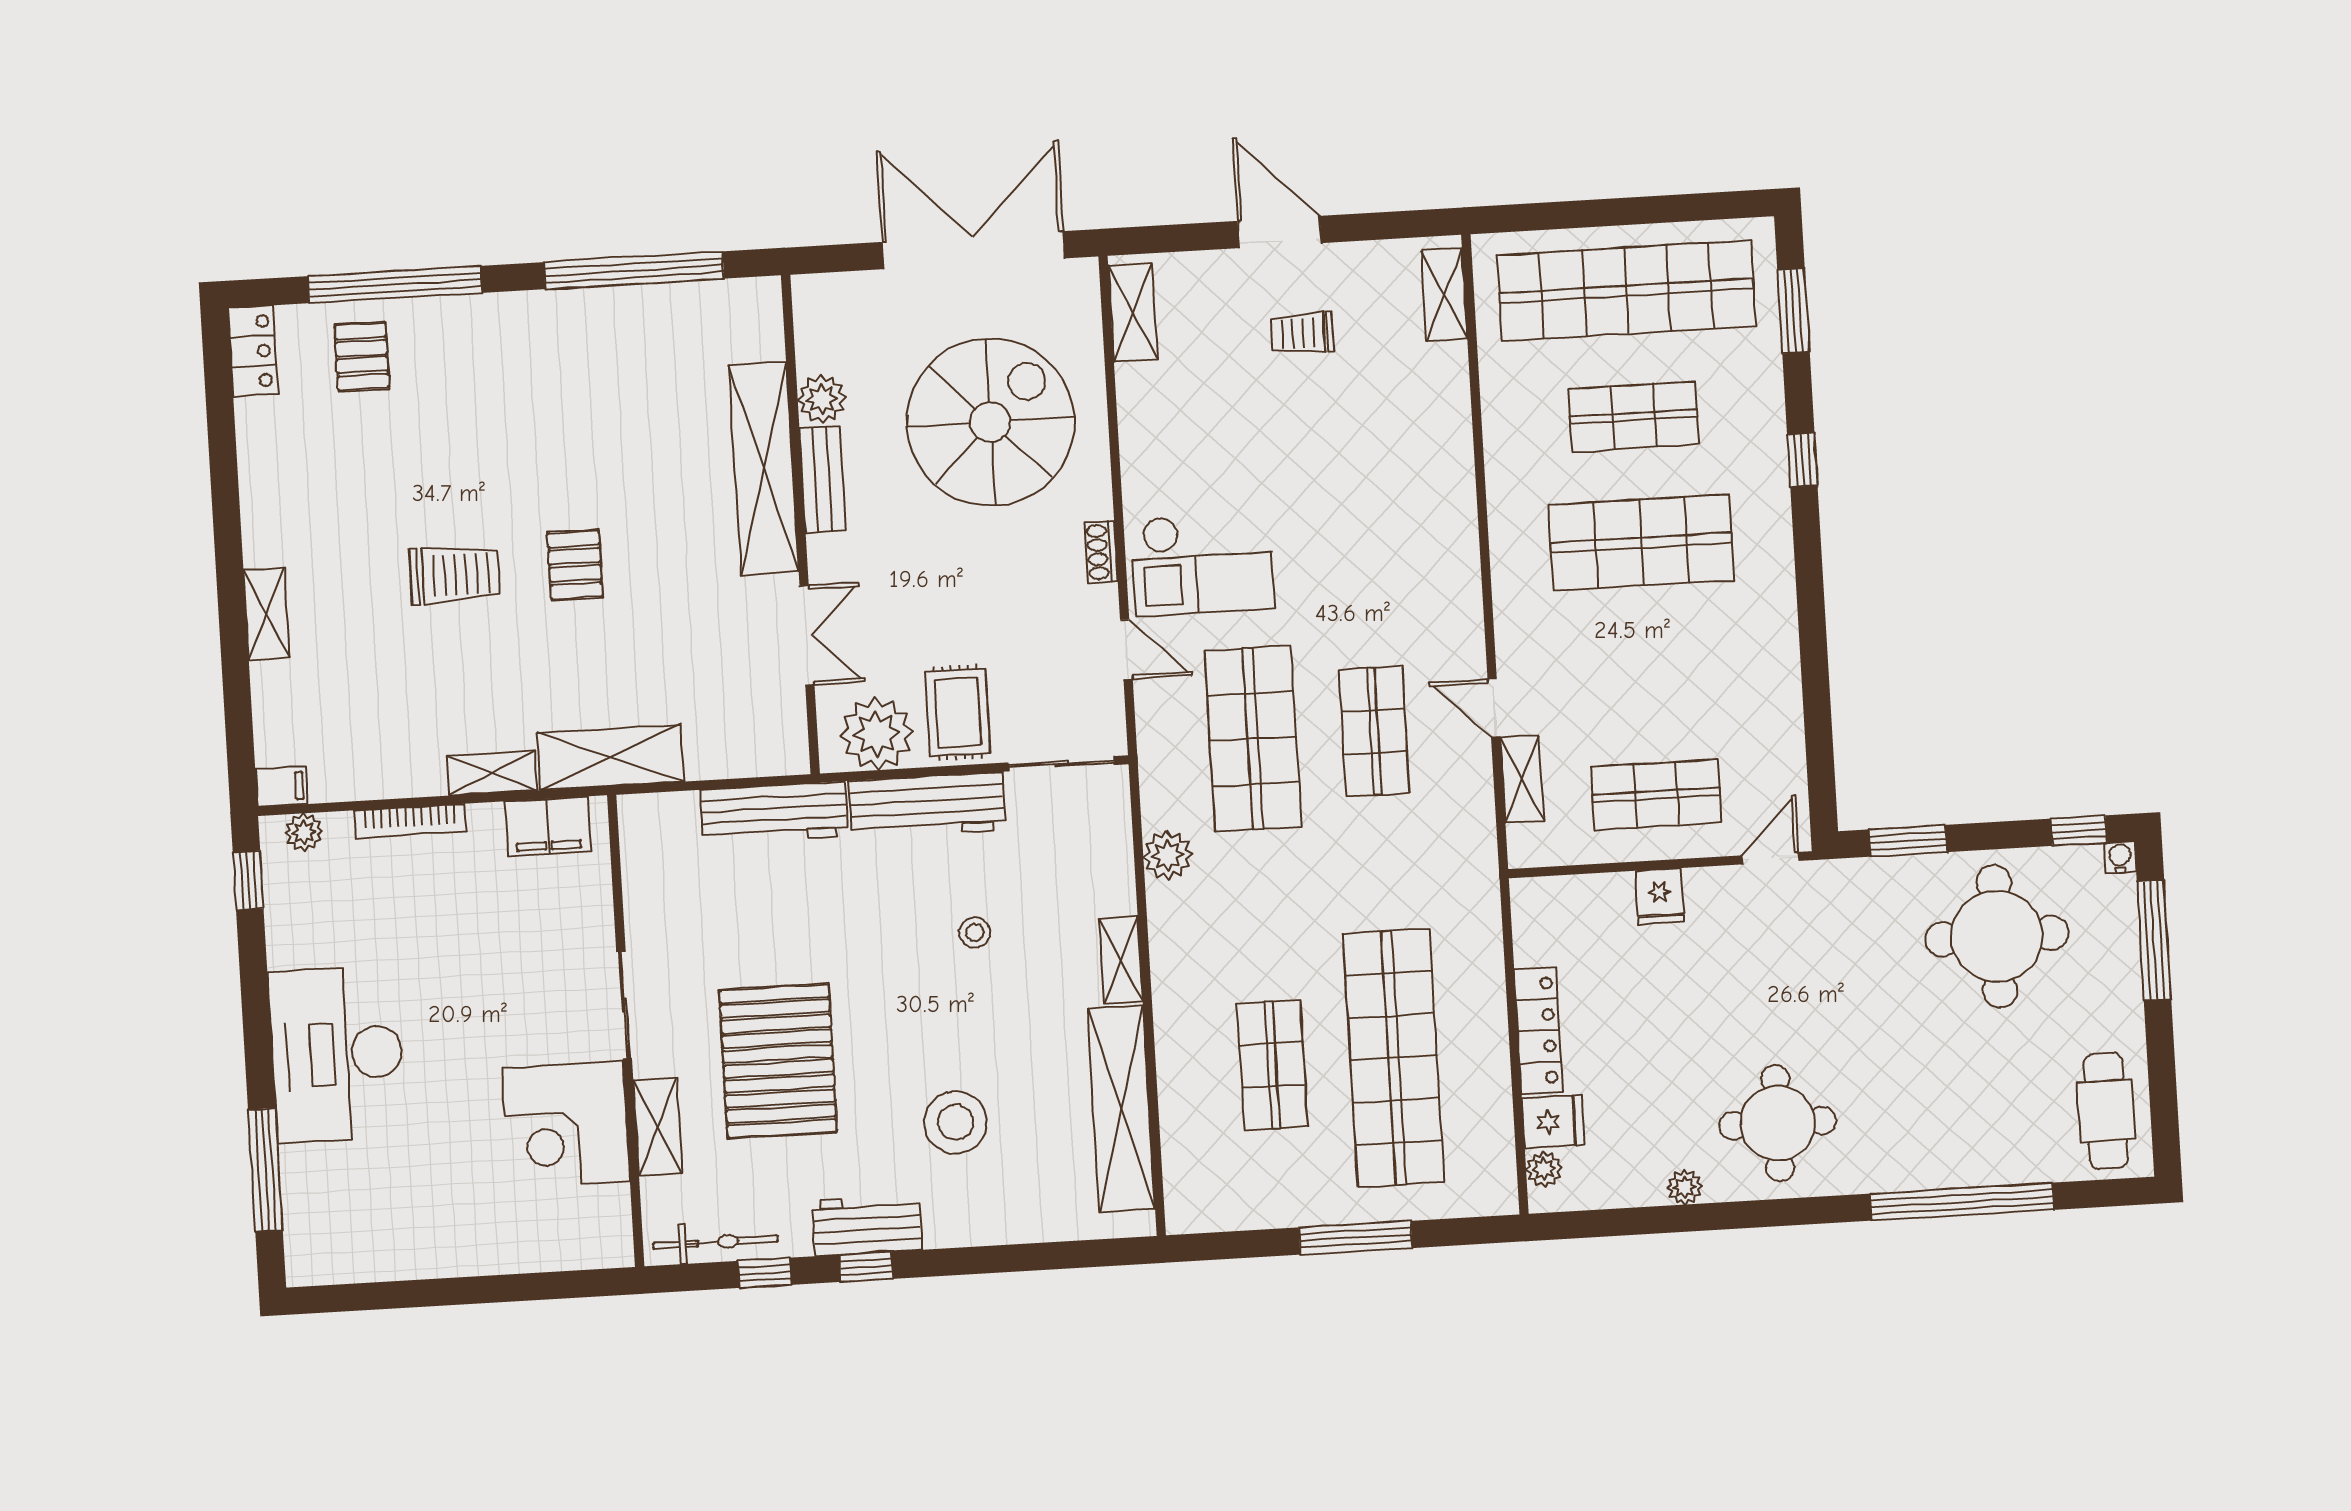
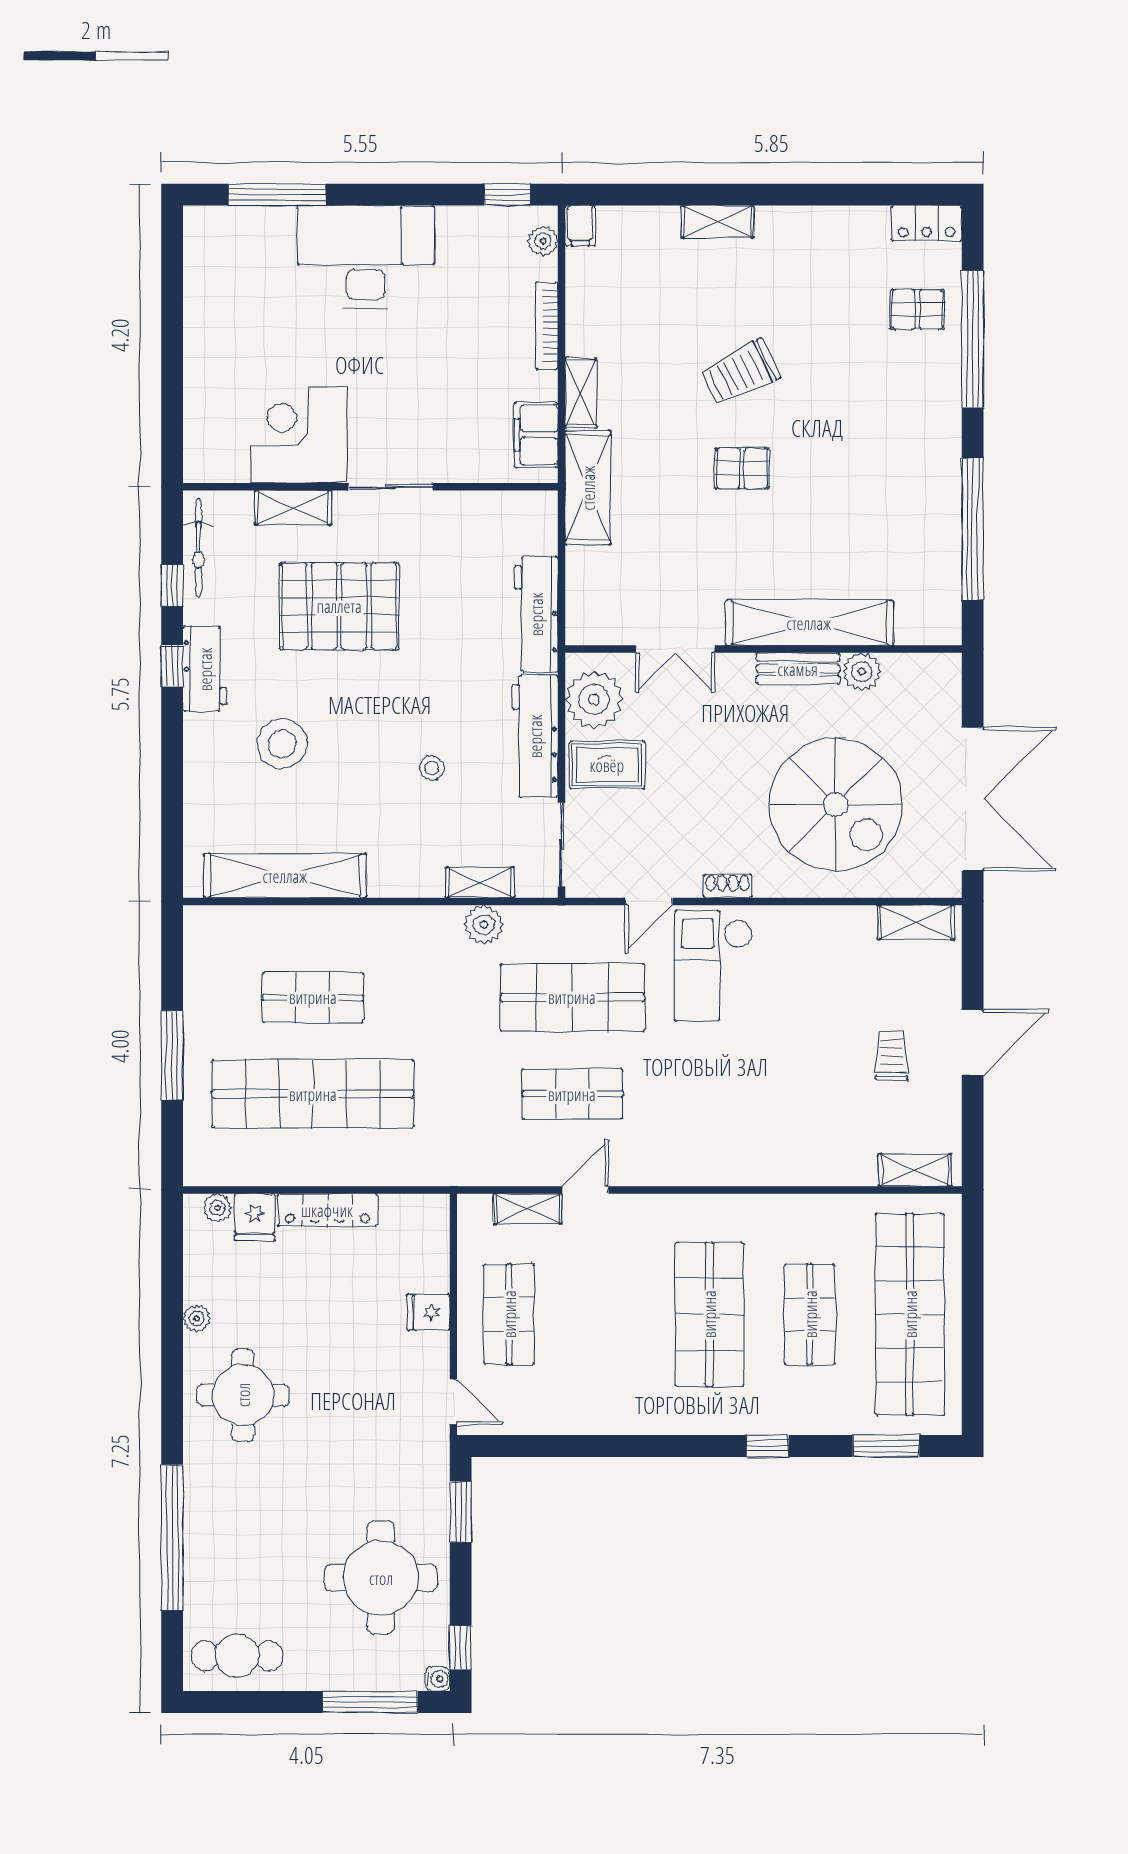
trolley: (455, 575) -> (740, 373), turned 64
shelving: (1121, 960) -> (480, 882), moved

